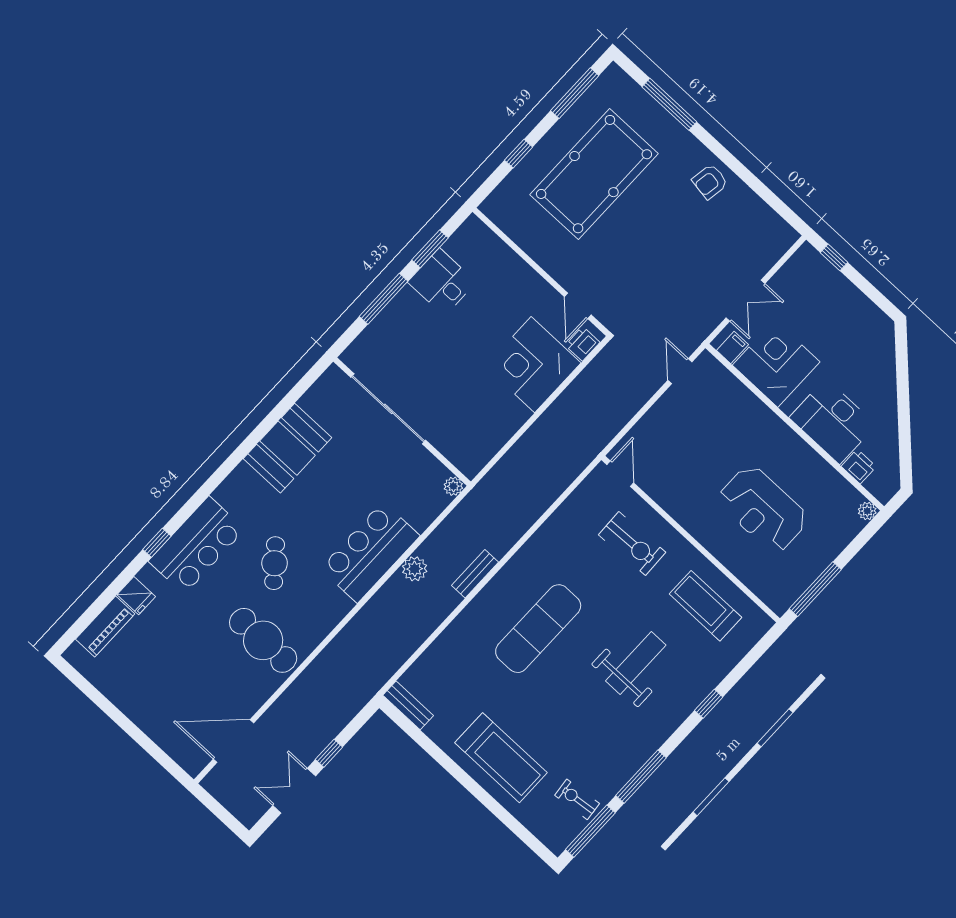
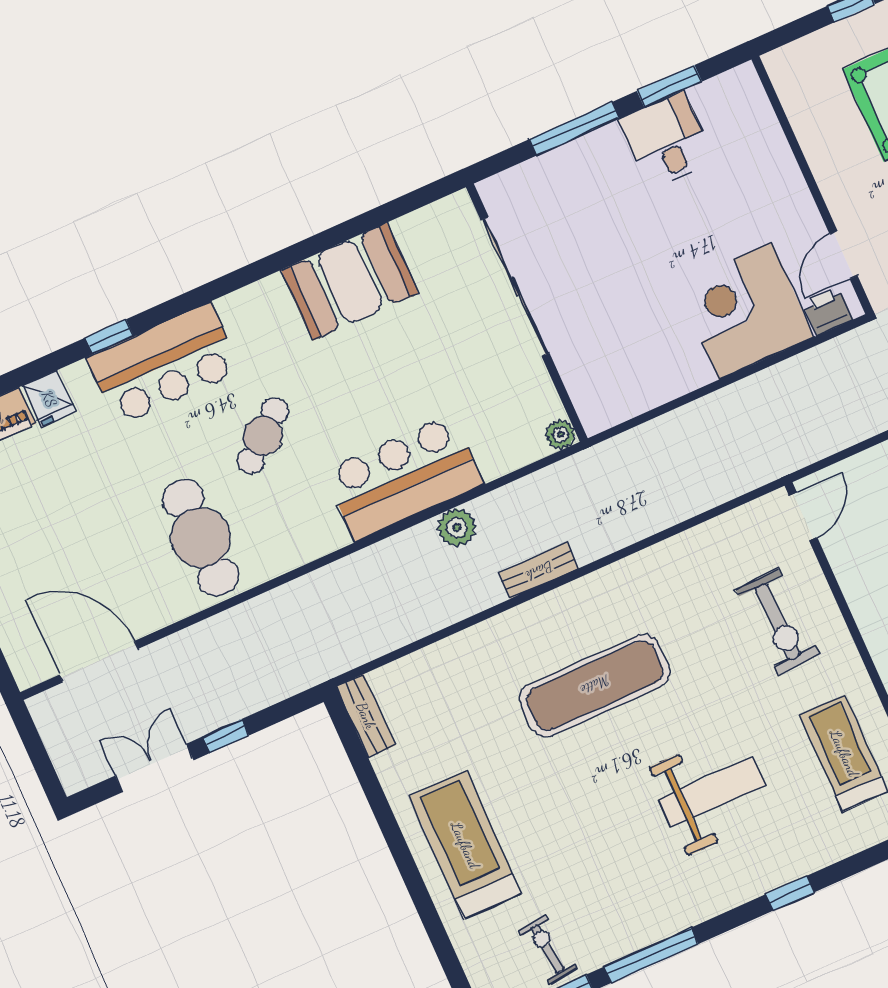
treadmill: (501, 758) -> (465, 845), turned 180

